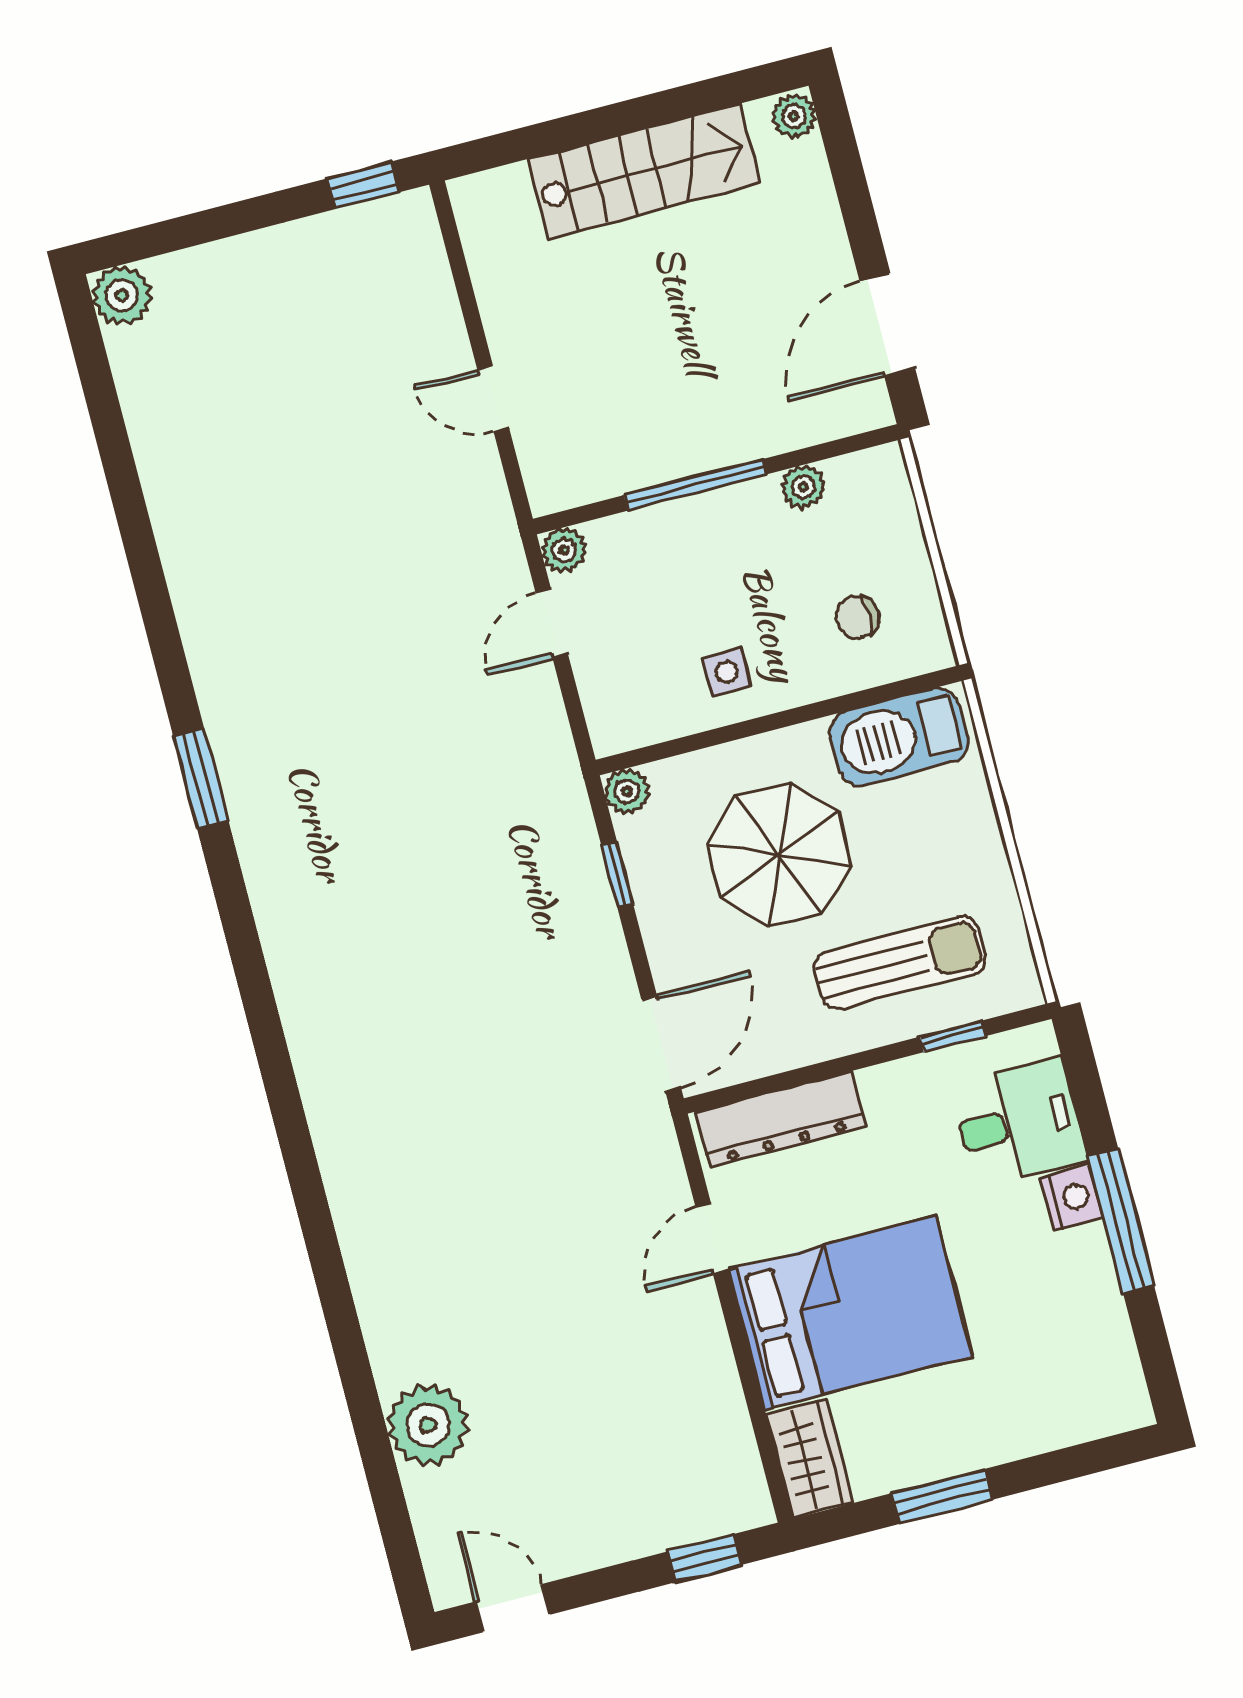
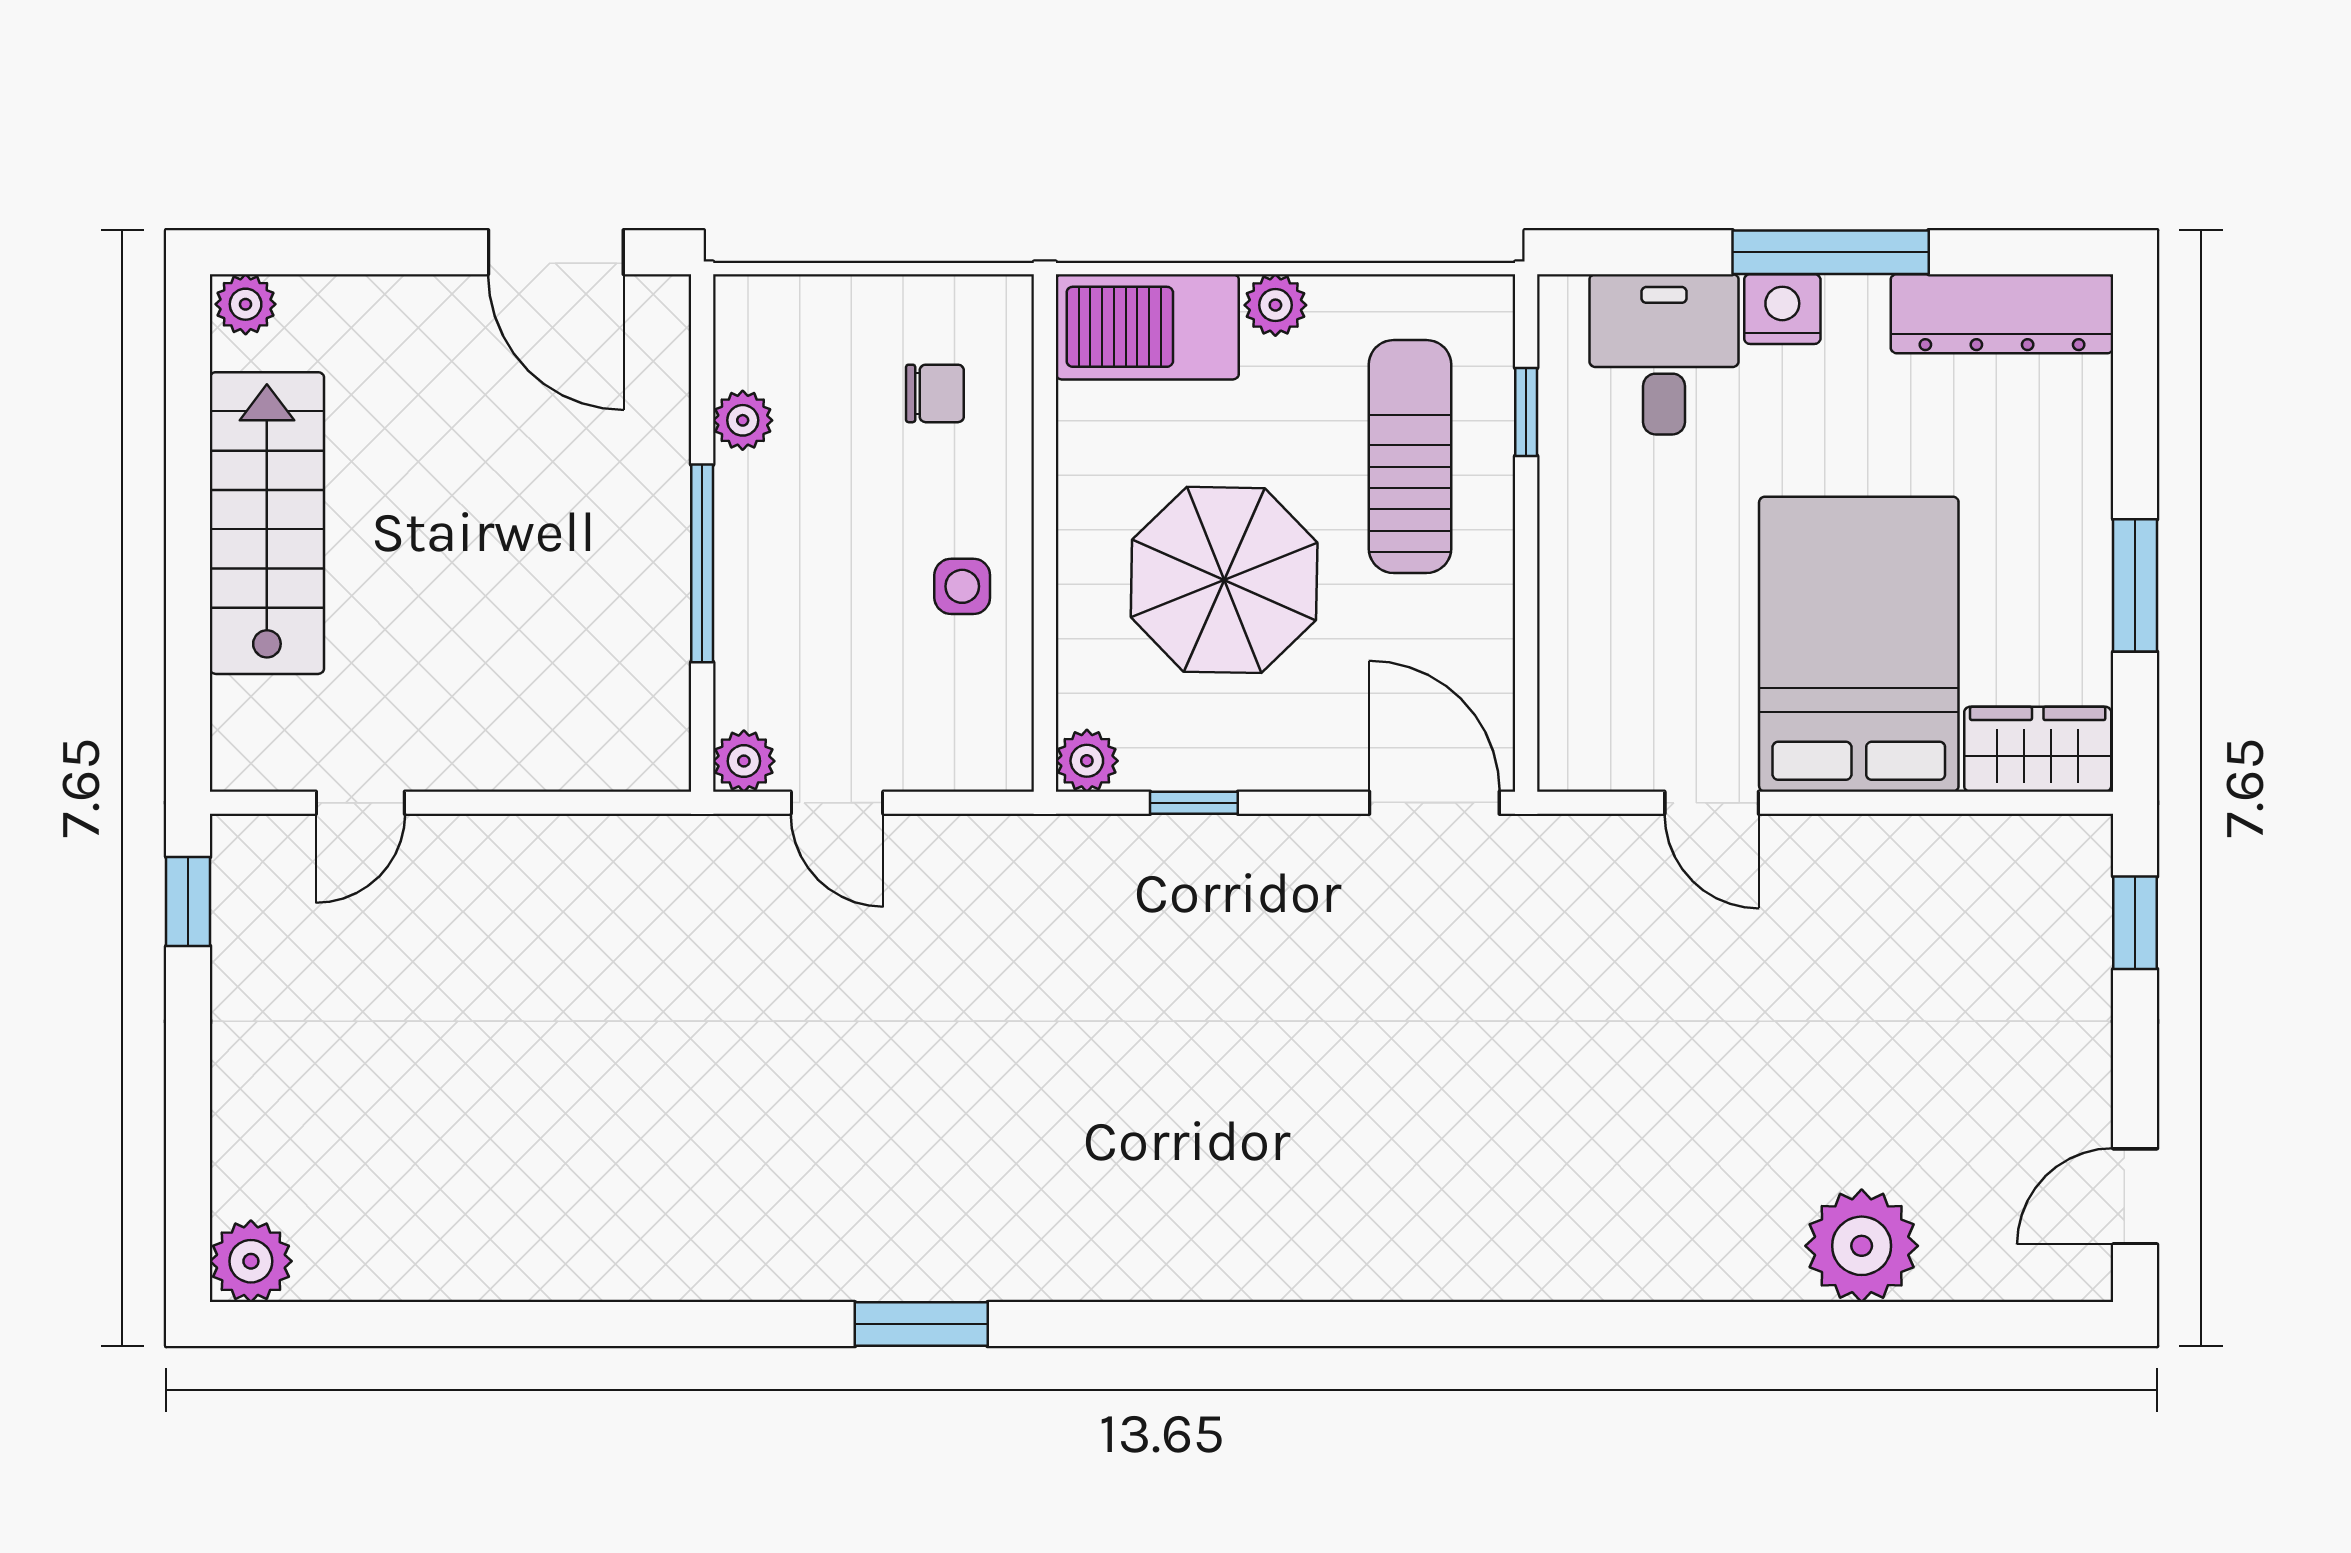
door: (493, 399) -> (360, 803), moved
chair: (857, 617) -> (935, 393), turned -90
barbecue: (899, 737) -> (1147, 327), moved, turned 90
plant: (982, 841) -> (1275, 305), added
dresser: (781, 1119) -> (2002, 314), moved, turned 90

